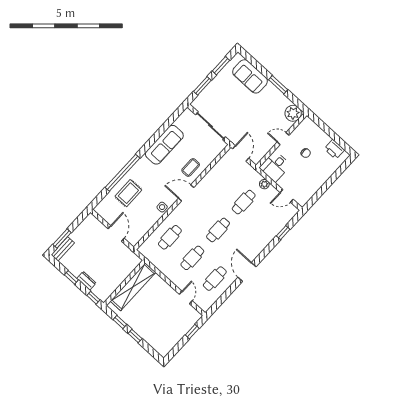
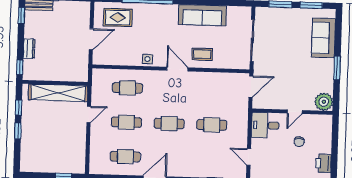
door: (283, 139) -> (295, 112), swing flipped
plant: (264, 184) -> (242, 129), removed
rug: (128, 193) -> (118, 18), moved
window: (71, 277) -> (21, 16), moved
door: (186, 298) -> (89, 114), moved

